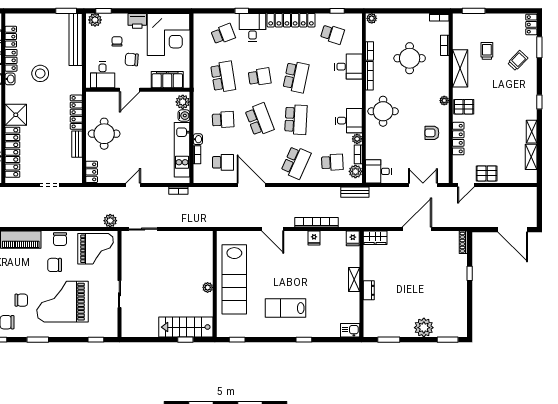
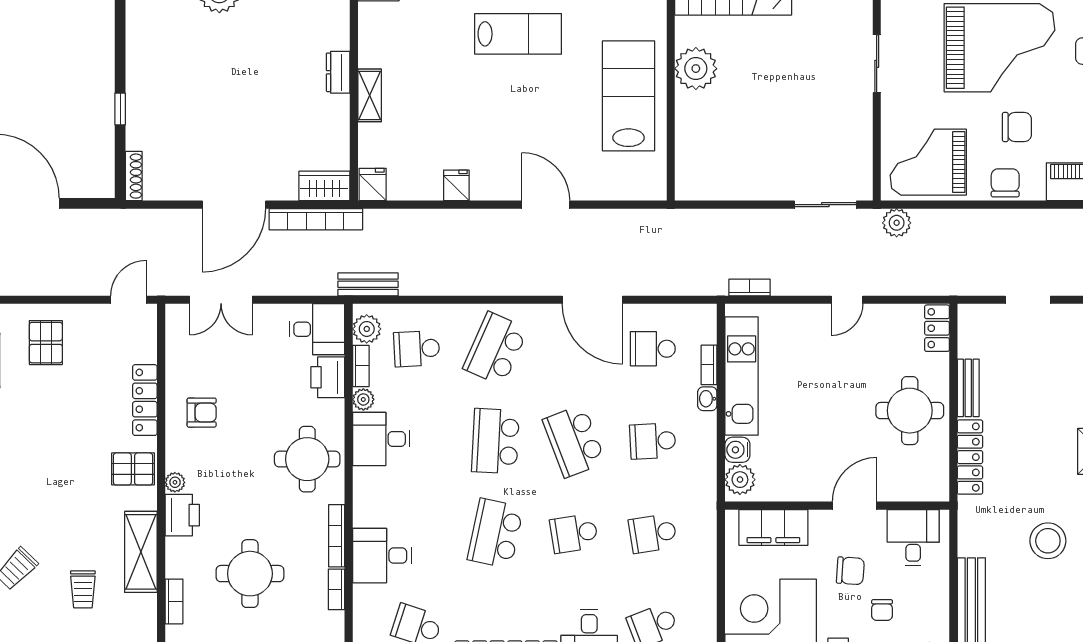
school desk: (223, 77) -> (653, 533), width x0.54
printer: (441, 85) -> (182, 515), added
printer: (374, 149) -> (328, 377), added
pallet: (487, 173) -> (46, 343), moved, turned 90
bookcase: (316, 222) -> (316, 219), moved
lab bench: (234, 279) -> (629, 96), width x0.73
plant: (208, 287) -> (696, 69), width x1.87, depth x1.87

